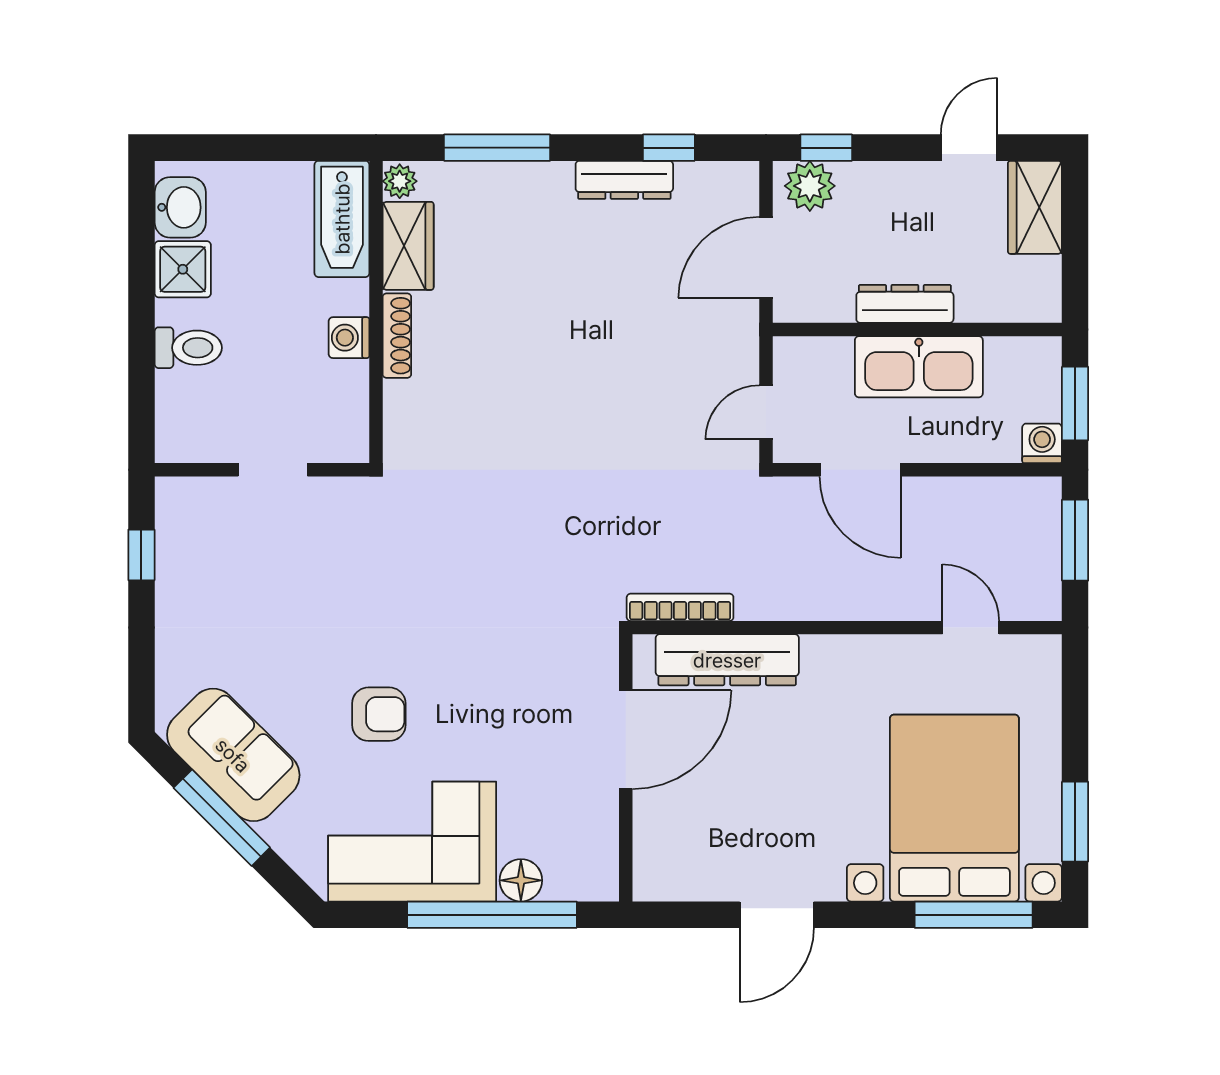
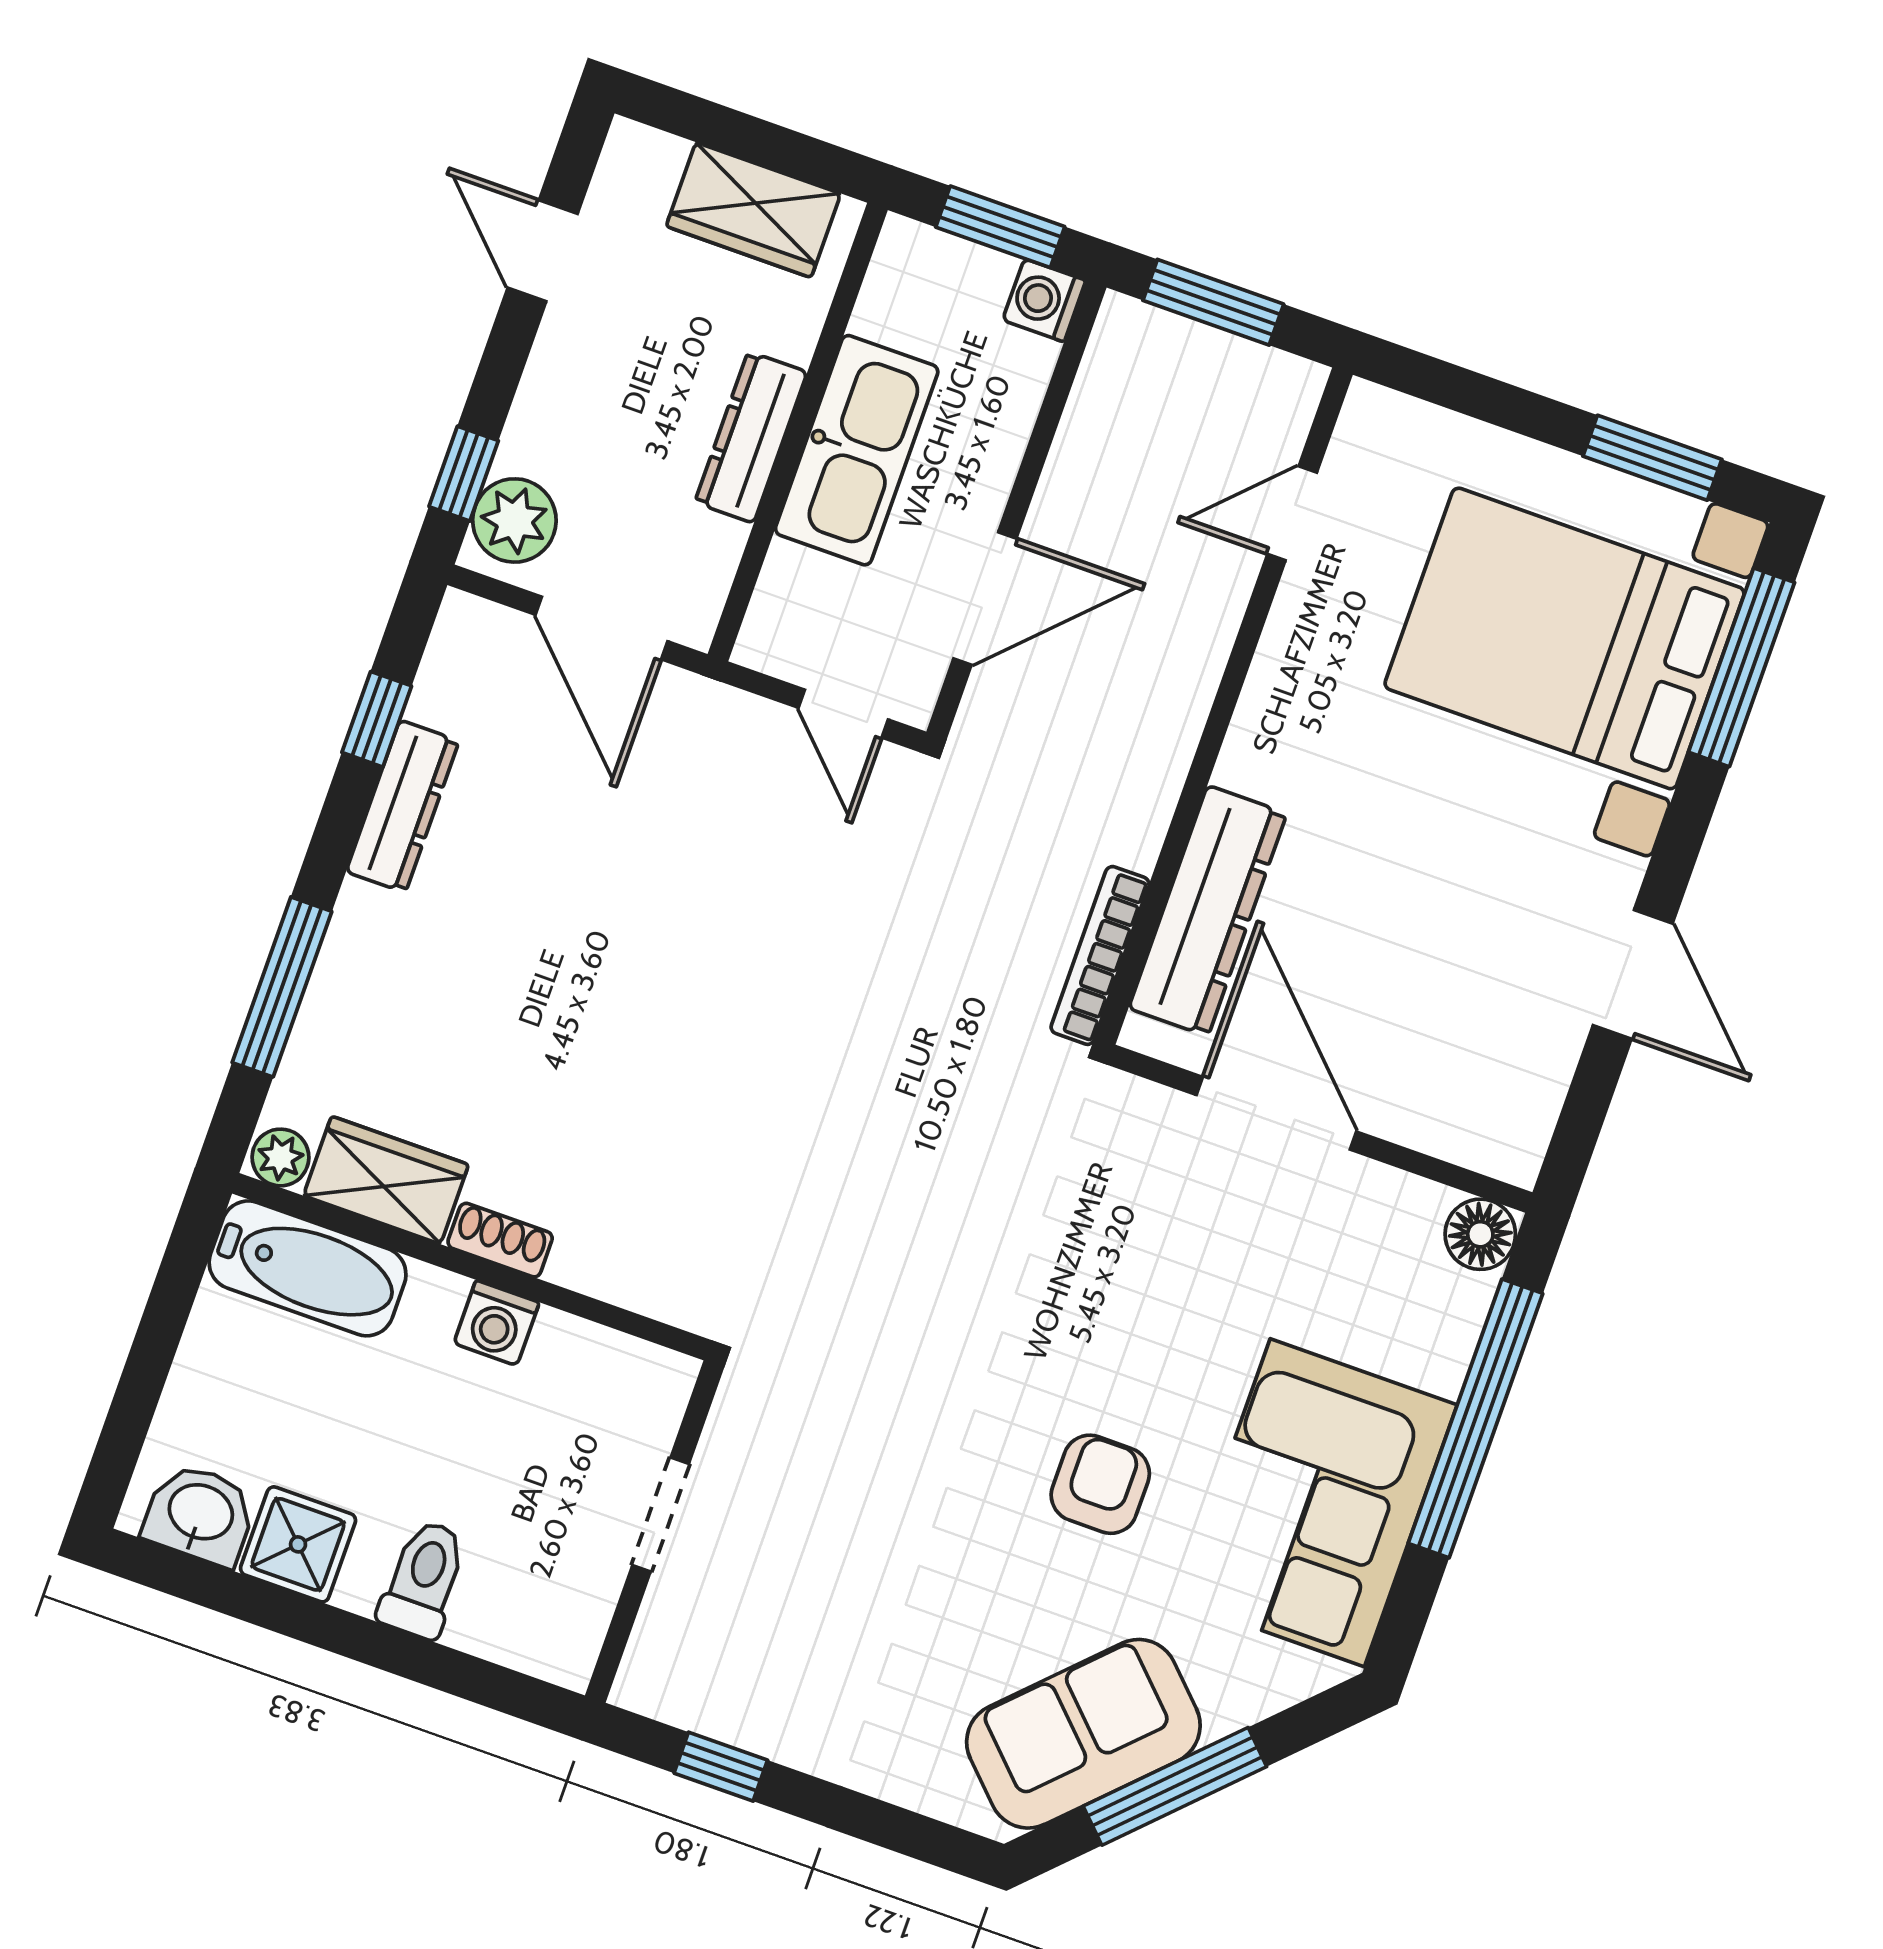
wardrobe: (1035, 207) -> (753, 210), moved
shoe rack: (397, 336) -> (500, 1240), width x0.70
floor lamp: (521, 880) -> (1480, 1234), moved

